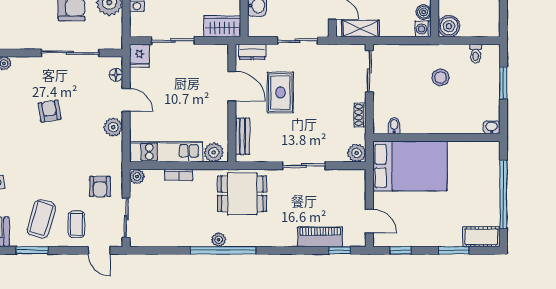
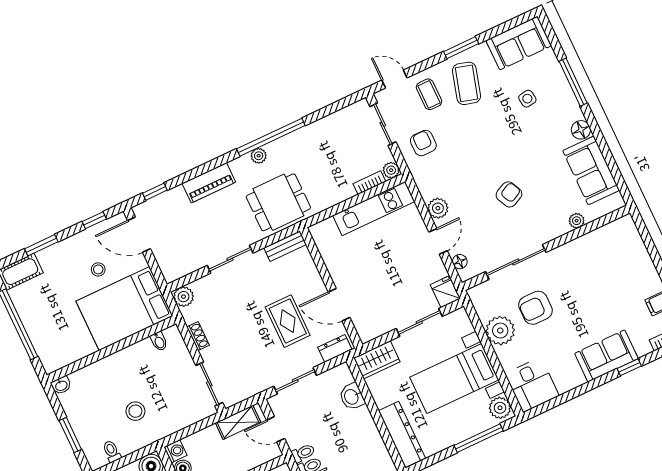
door: (126, 100) -> (438, 241), swing flipped
armchair: (49, 111) -> (509, 194), turned -107
bench: (242, 136) -> (285, 246), moved, turned 90
plant: (214, 152) -> (326, 230), removed
bookcase: (179, 175) -> (369, 183), moved
stool: (416, 208) -> (98, 269), added
door: (369, 221) -> (139, 235), width x1.38
piano: (320, 237) -> (209, 183), moved
plant: (219, 240) -> (259, 156), moved

